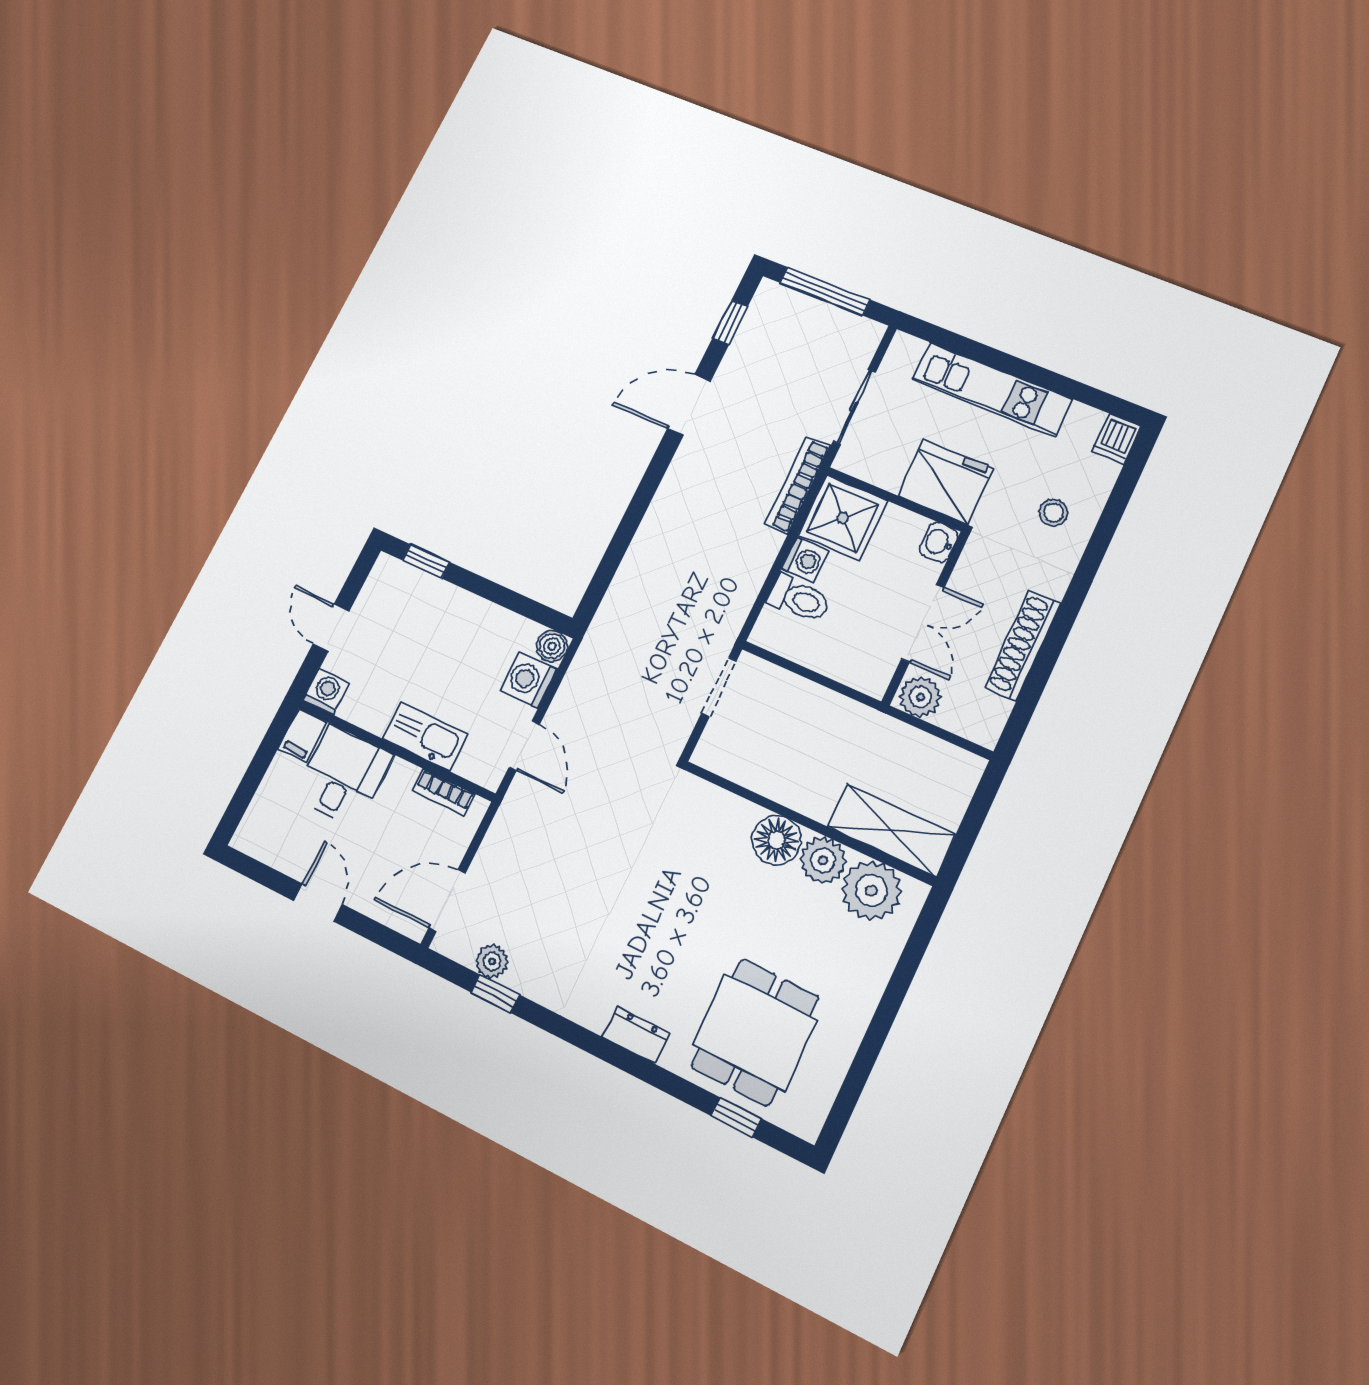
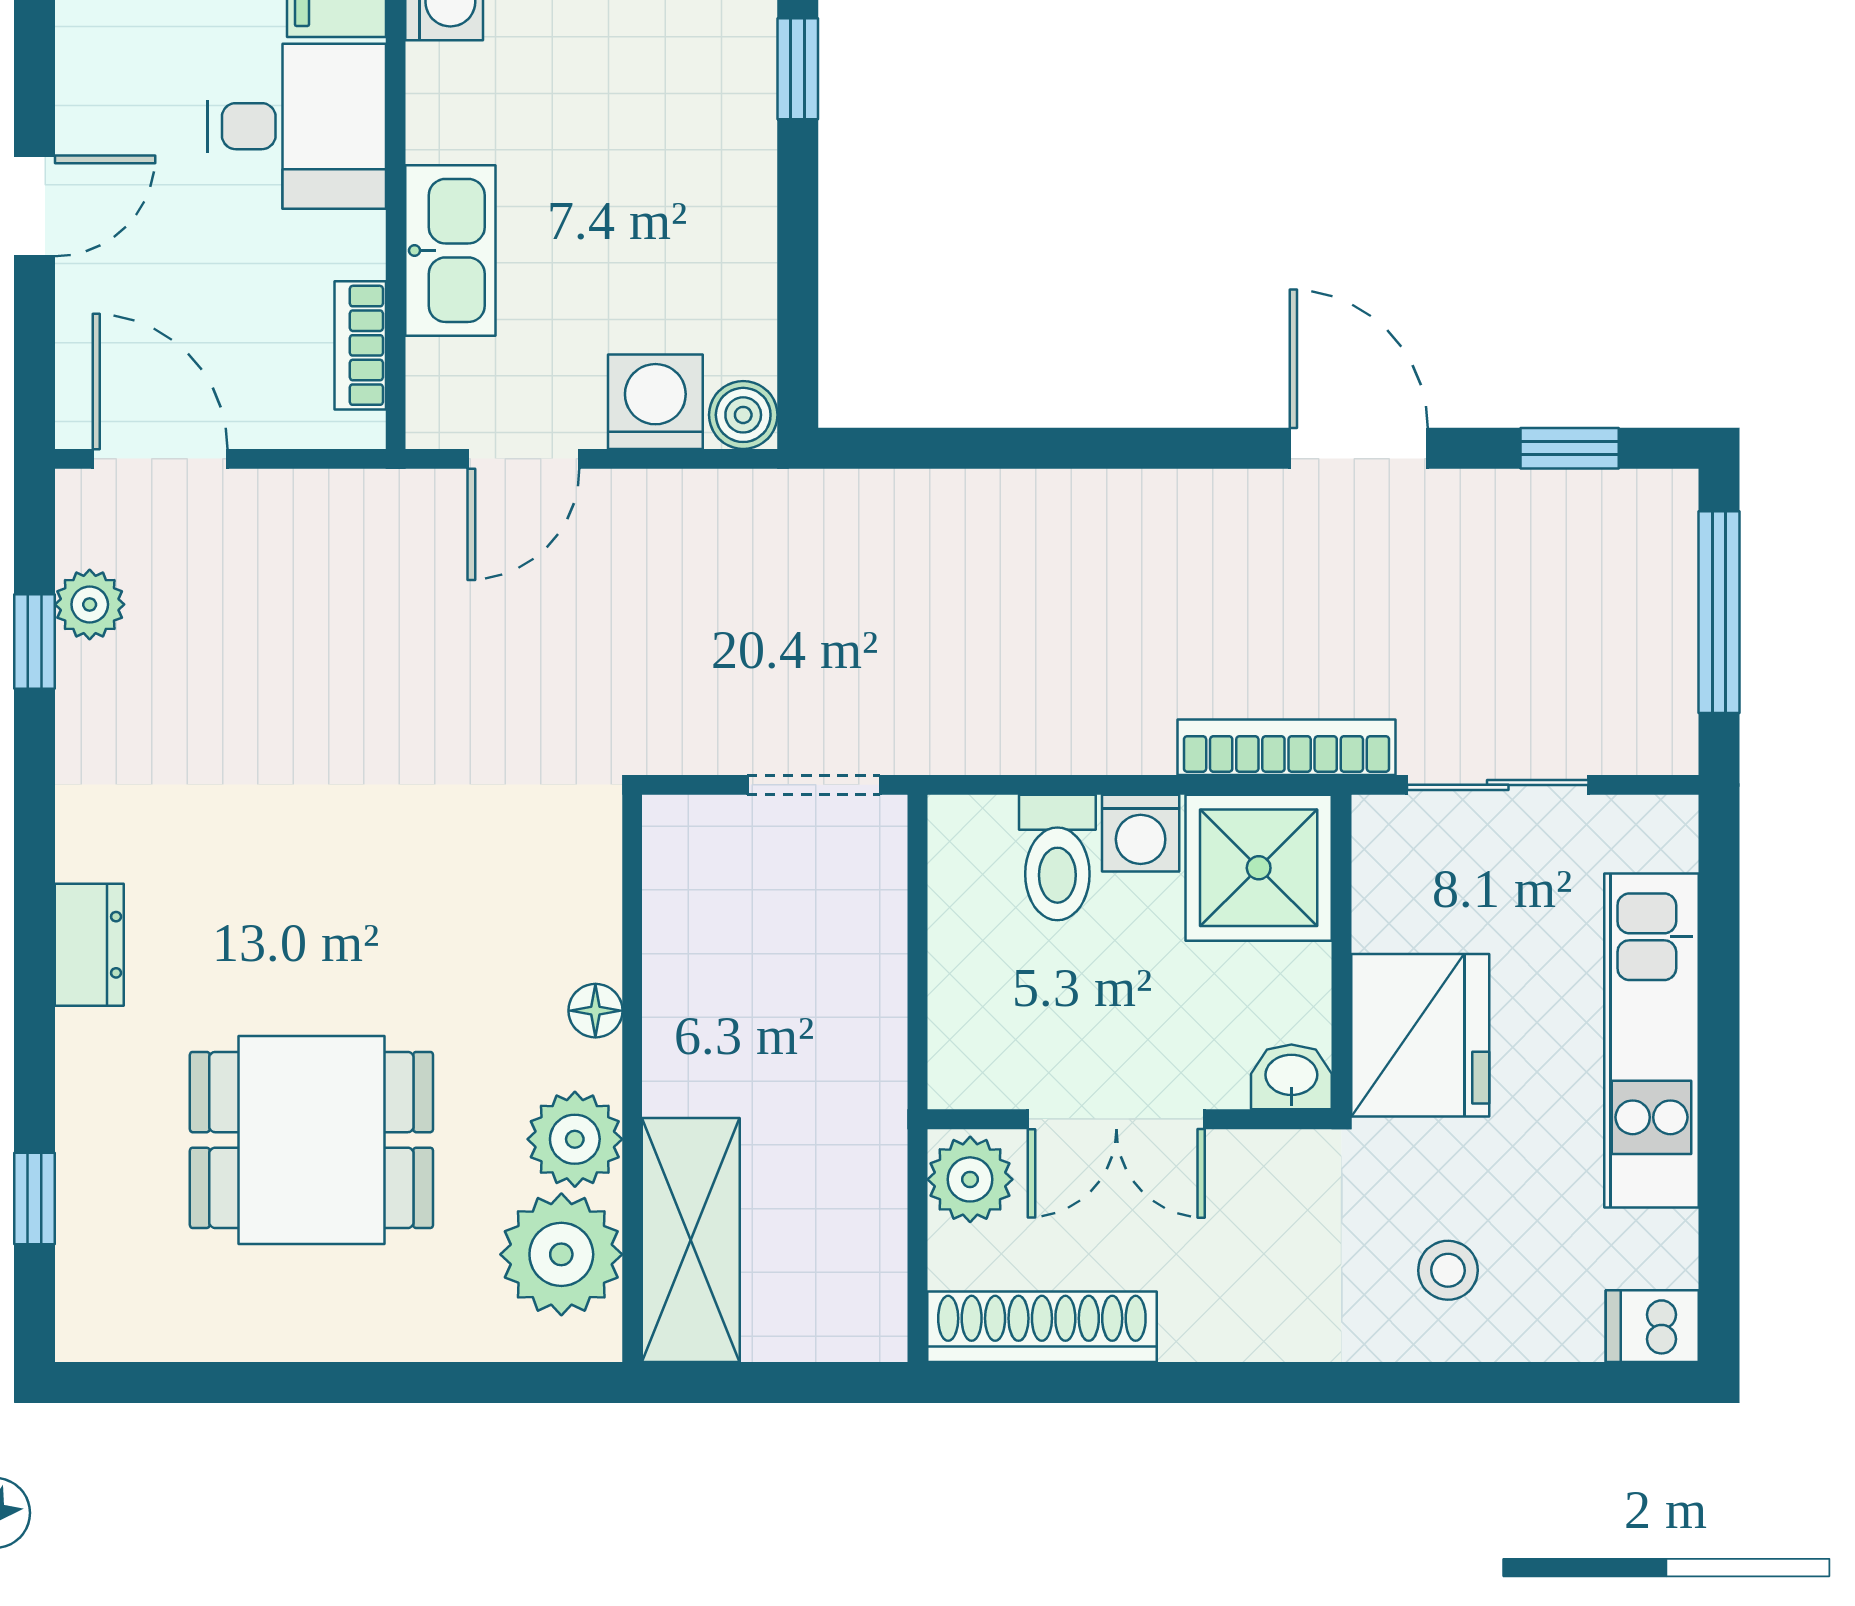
shoe rack: (1023, 645) -> (1042, 1327), moved
floor lamp: (776, 840) -> (595, 1011), width x0.53, depth x0.53
dining table: (755, 1032) -> (311, 1140), moved

